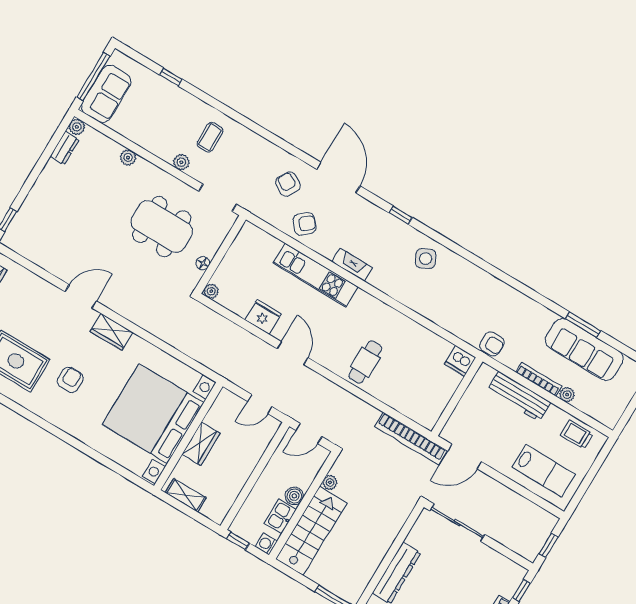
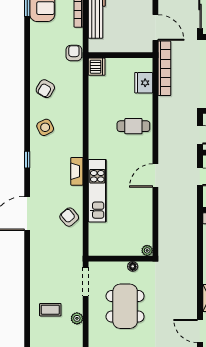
armchair: (288, 184) -> (45, 89), moved
fridge: (263, 317) -> (144, 83), moved

